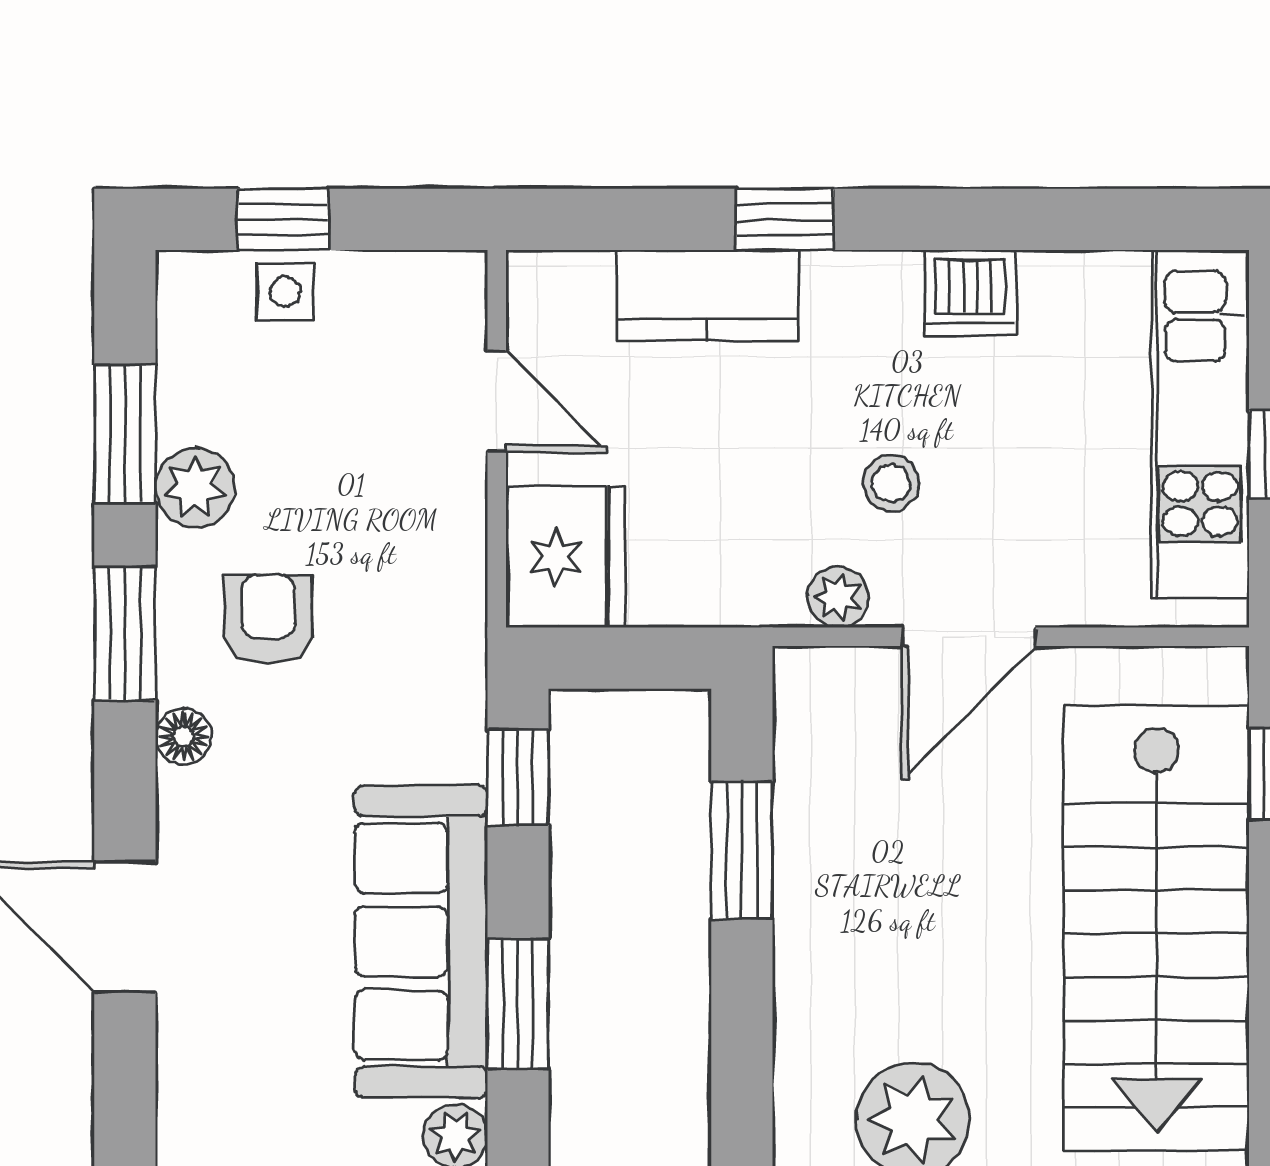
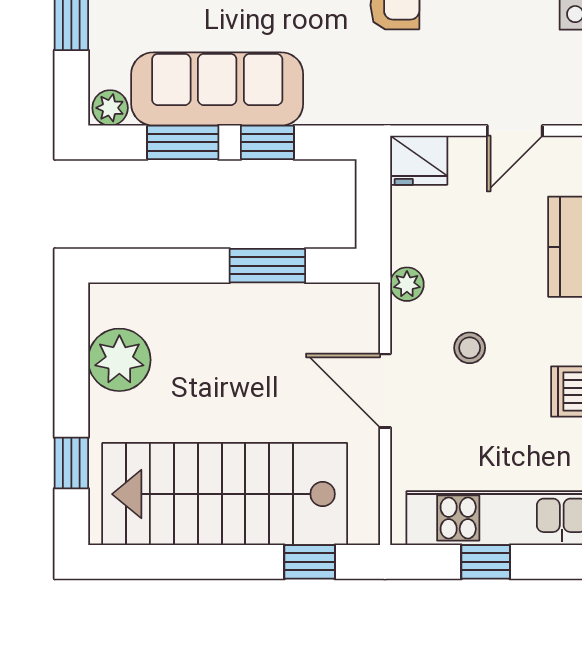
fridge: (566, 557) -> (419, 160), width x0.73, depth x0.75
plant: (838, 597) -> (407, 284), moved
window: (518, 777) -> (267, 142), moved

